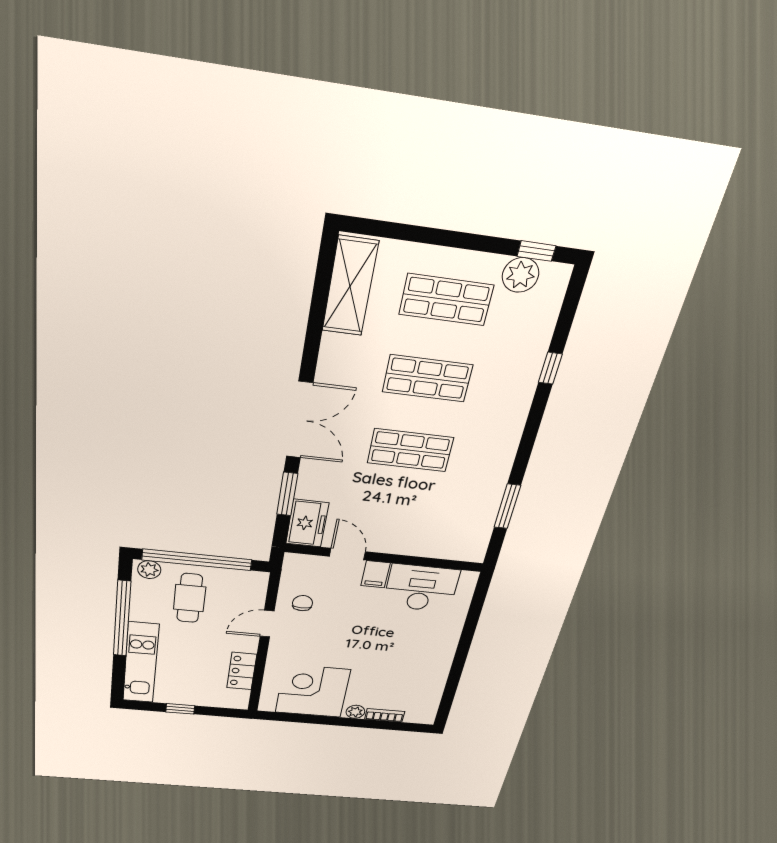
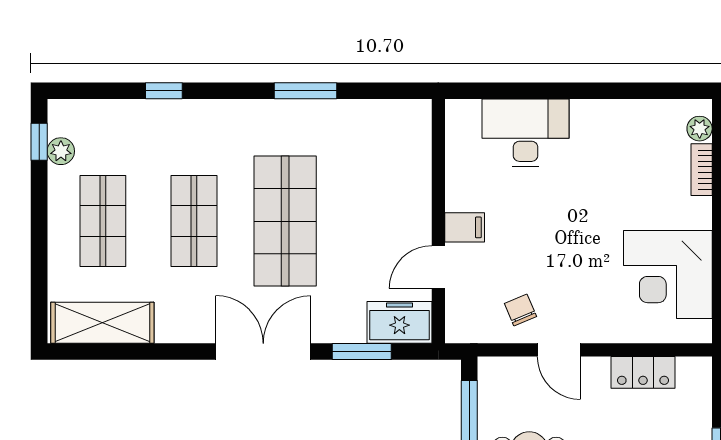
plant: (521, 275) -> (61, 151), width x0.73, depth x0.73
shop shelf: (410, 450) -> (285, 221), width x1.43, depth x1.36
window: (507, 506) -> (305, 91), moved
desk: (421, 588) -> (526, 133), moved, turned 90
chair: (302, 603) -> (520, 310), turned 67
plant: (355, 712) -> (700, 129), moved

